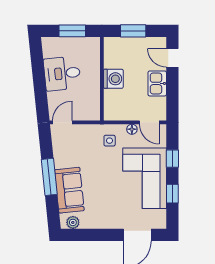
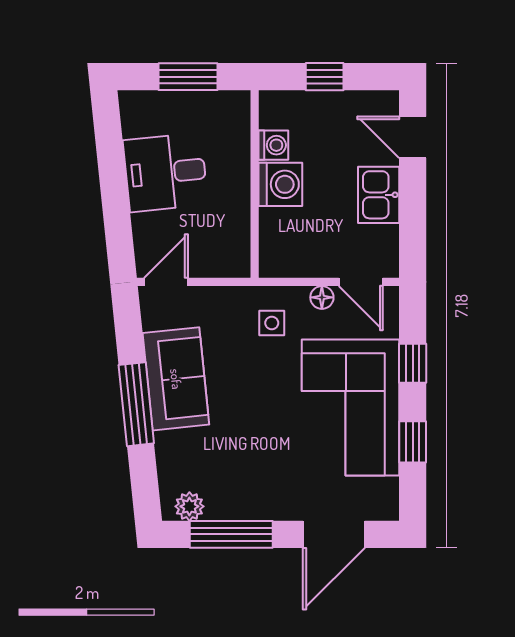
window: (133, 31) -> (325, 77), width x0.67
washing machine: (110, 61) -> (273, 145), added
sofa: (69, 190) -> (176, 379), moved
window: (91, 235) -> (231, 534), added

